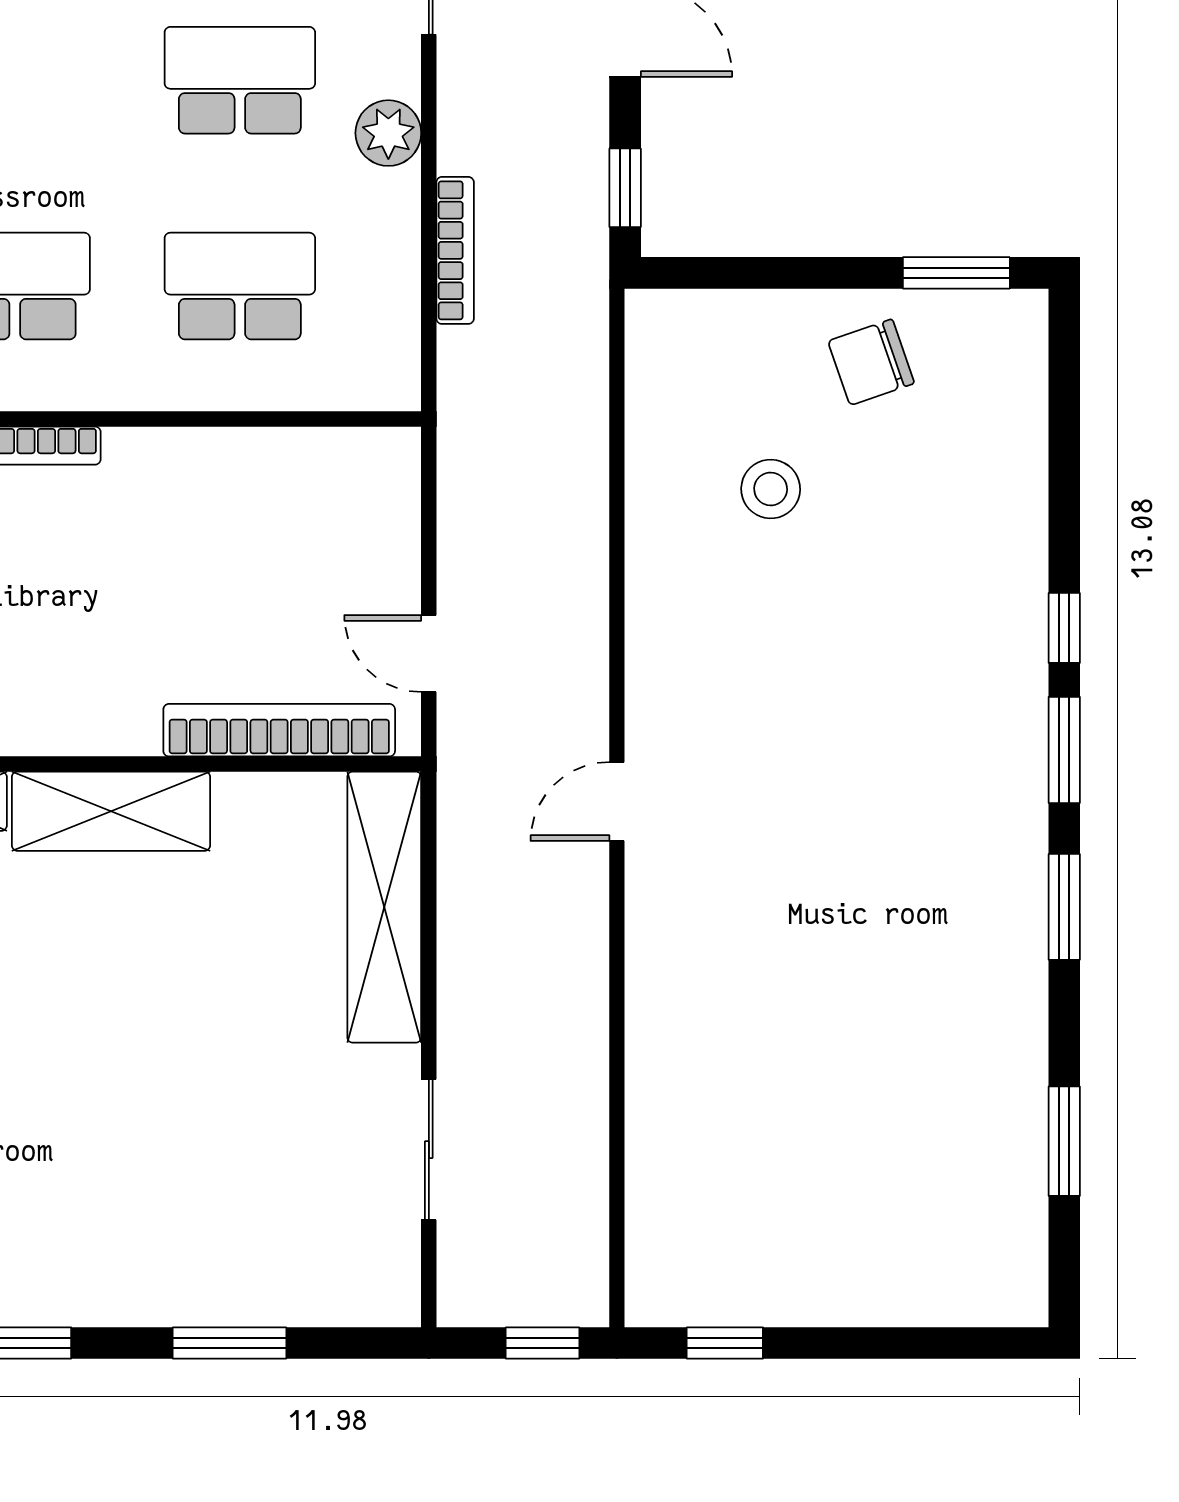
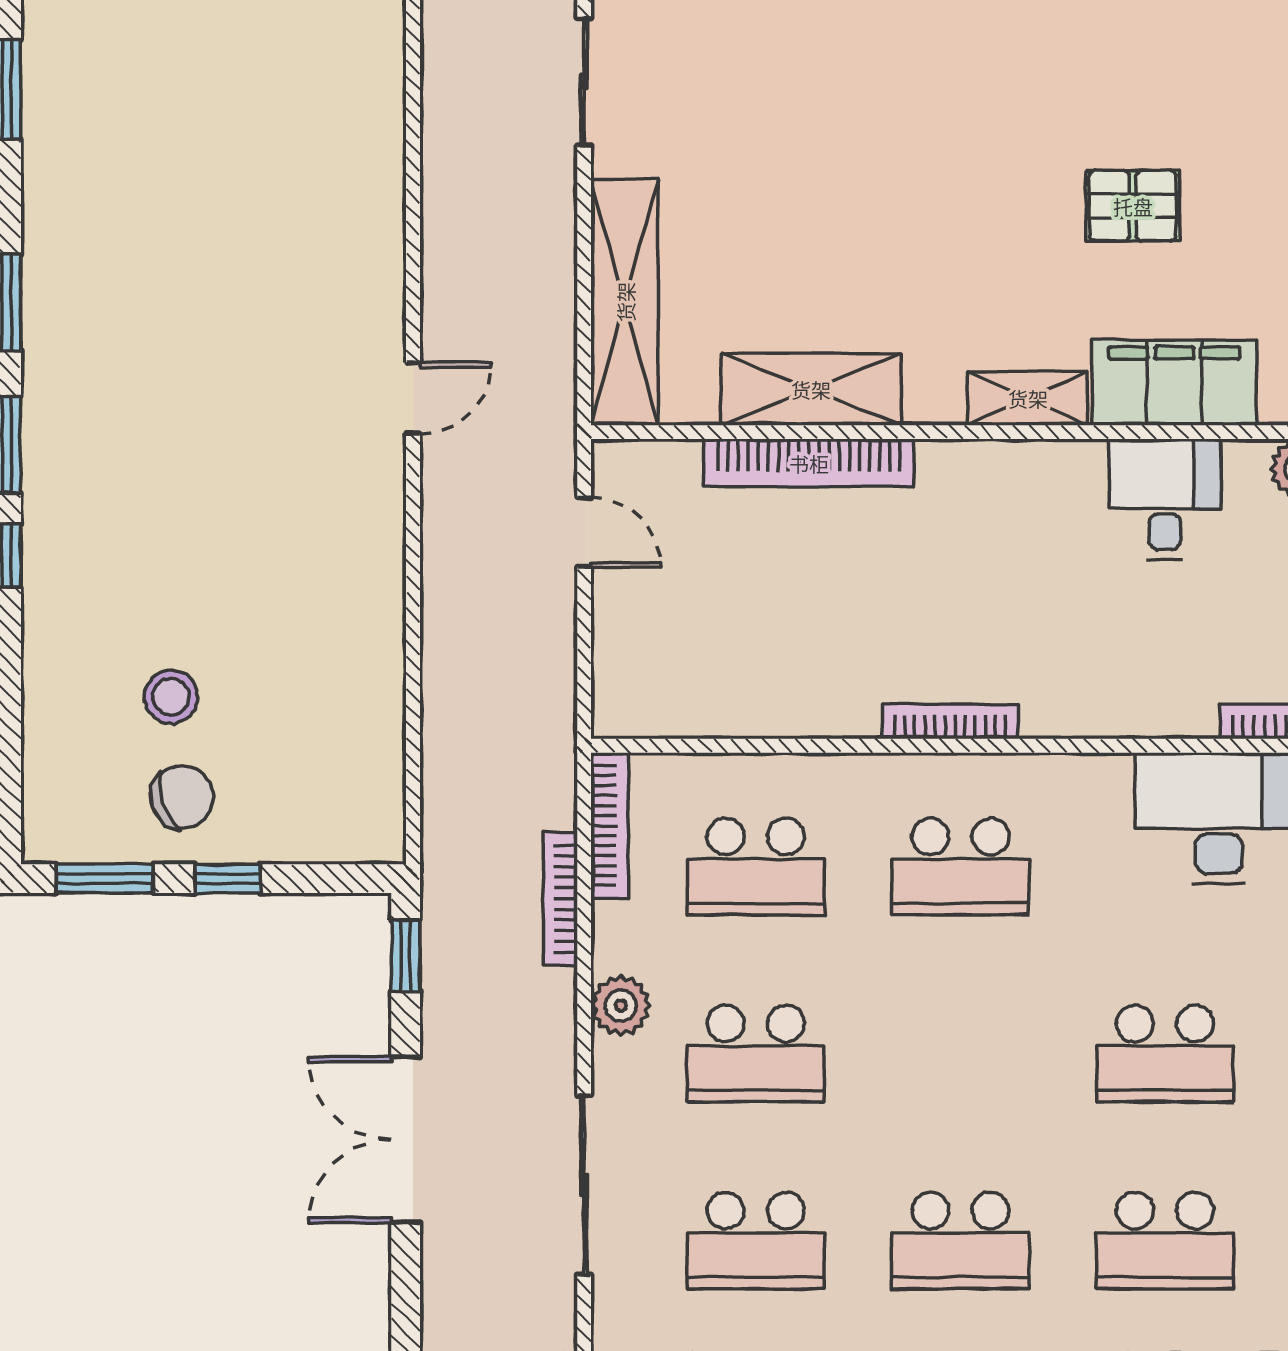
window: (821, 273) -> (228, 879), added
bookcase: (401, 331) -> (610, 825), added
stool: (771, 489) -> (171, 697), moved
bookcase: (279, 730) -> (809, 463), moved
shelving: (111, 811) -> (811, 389), moved

